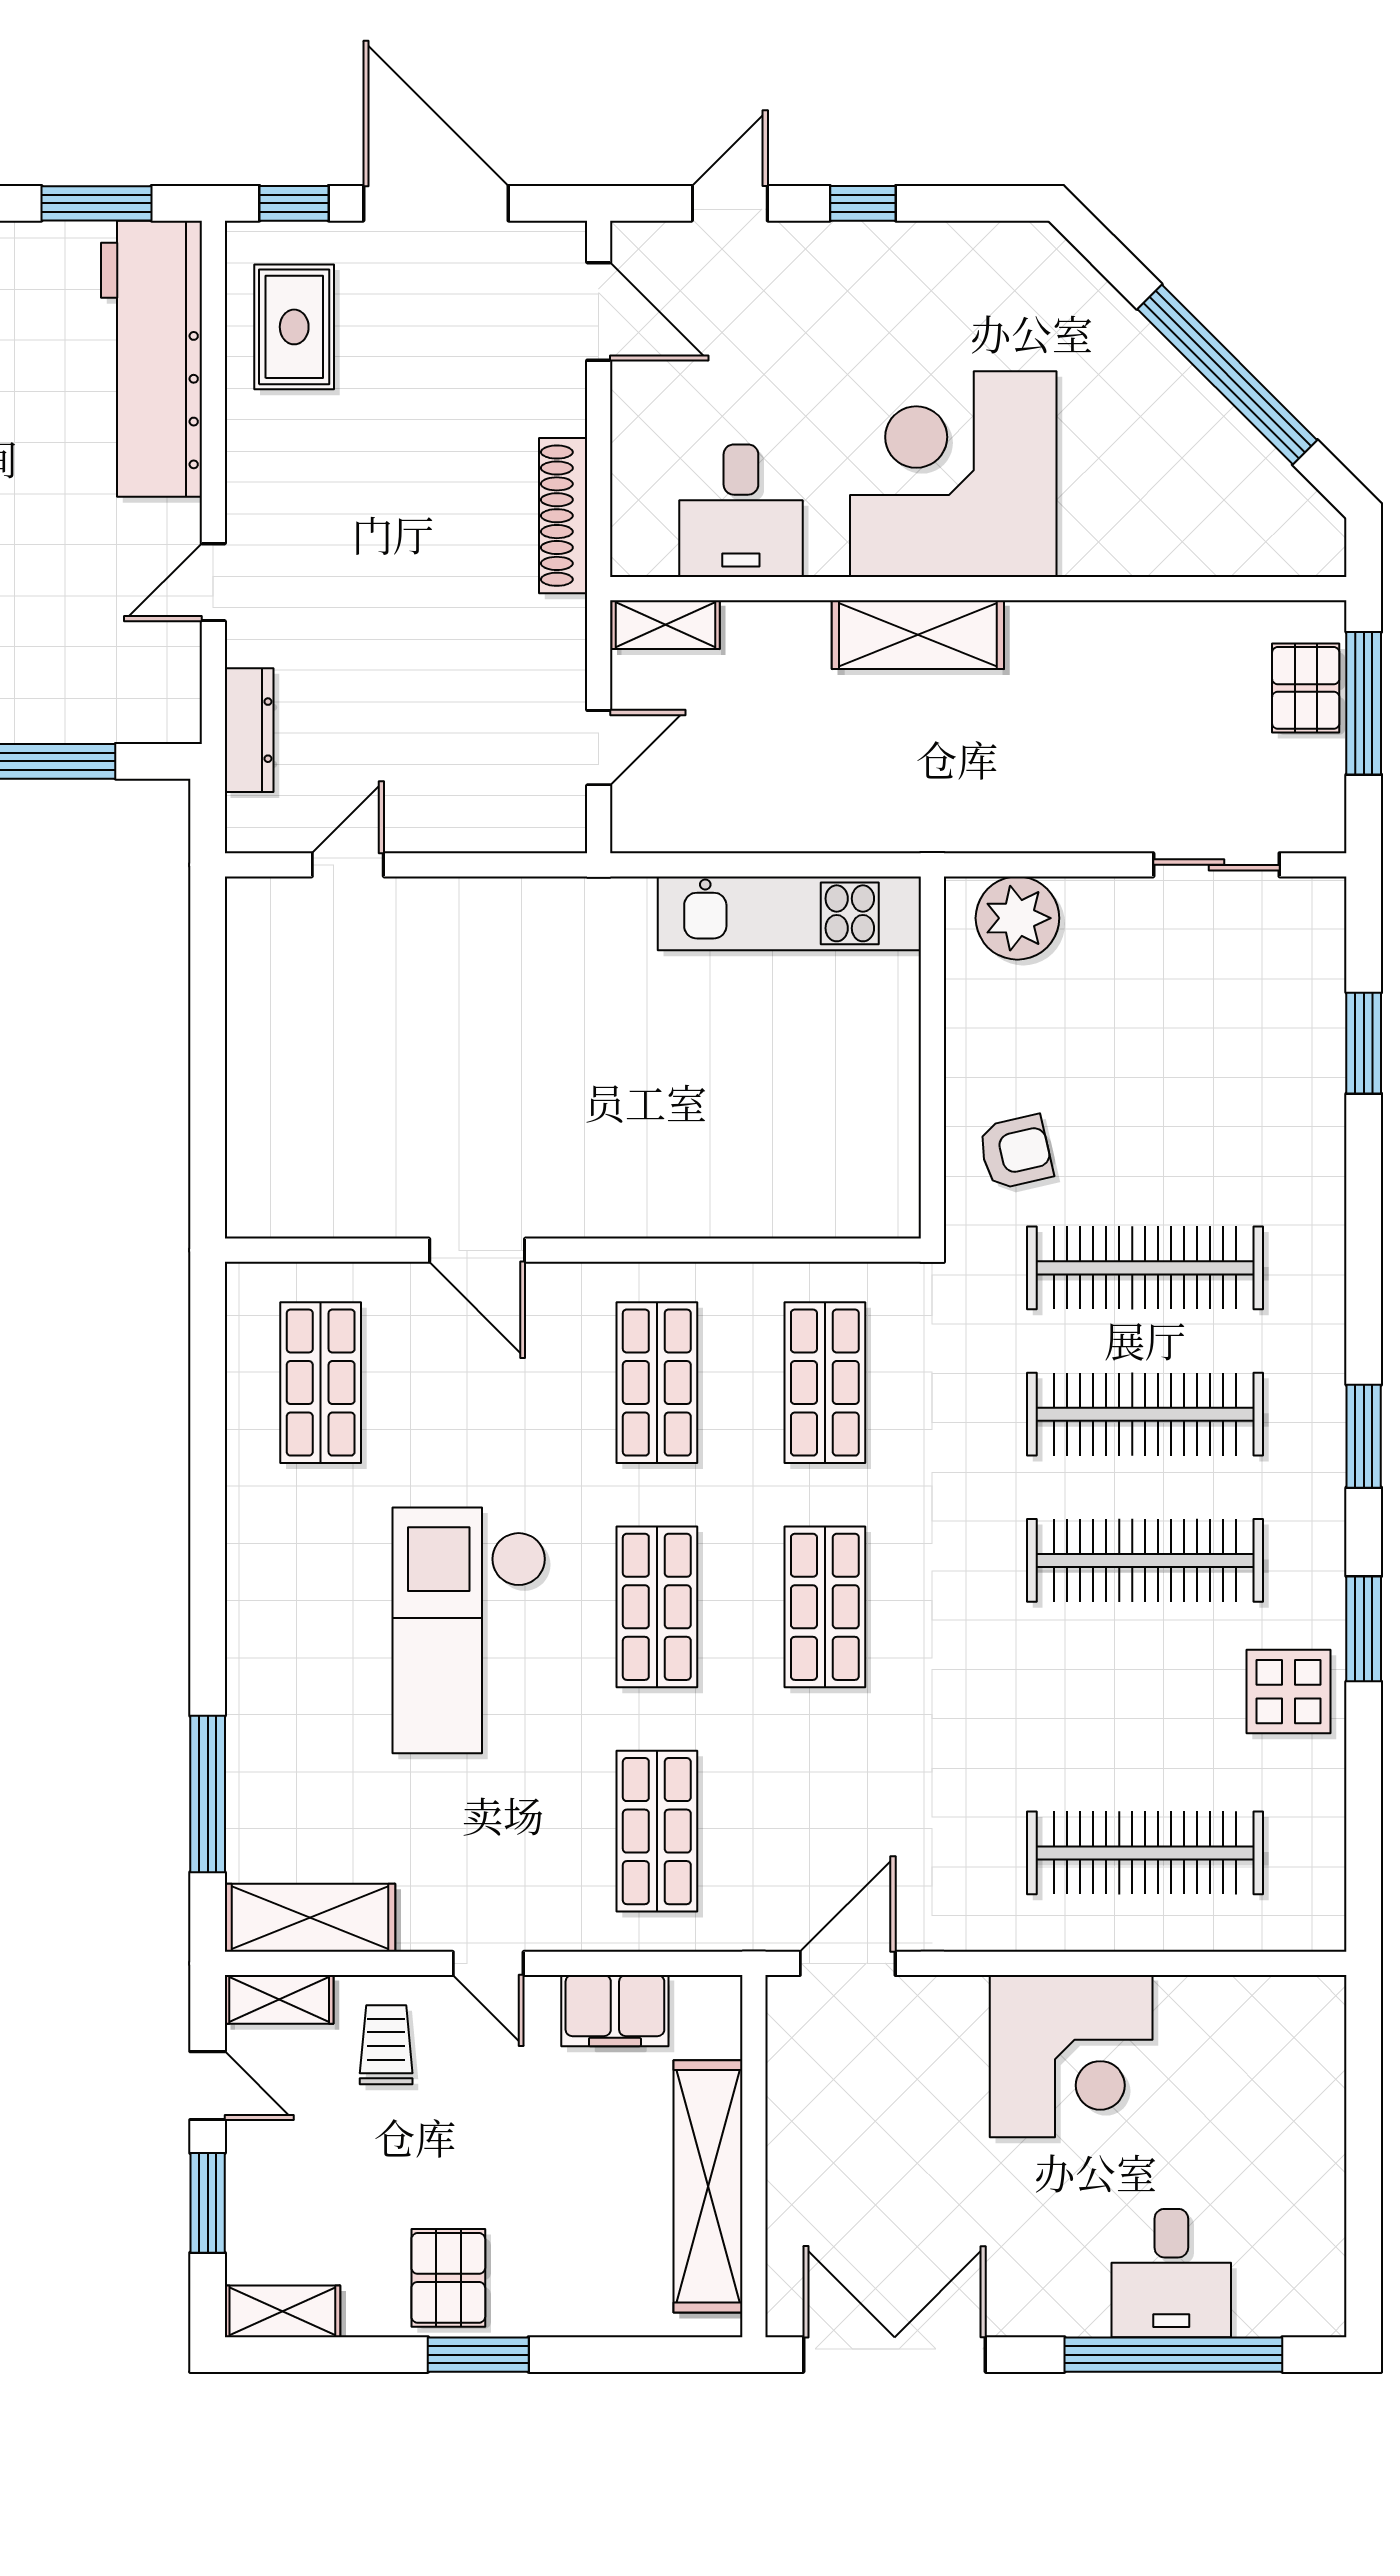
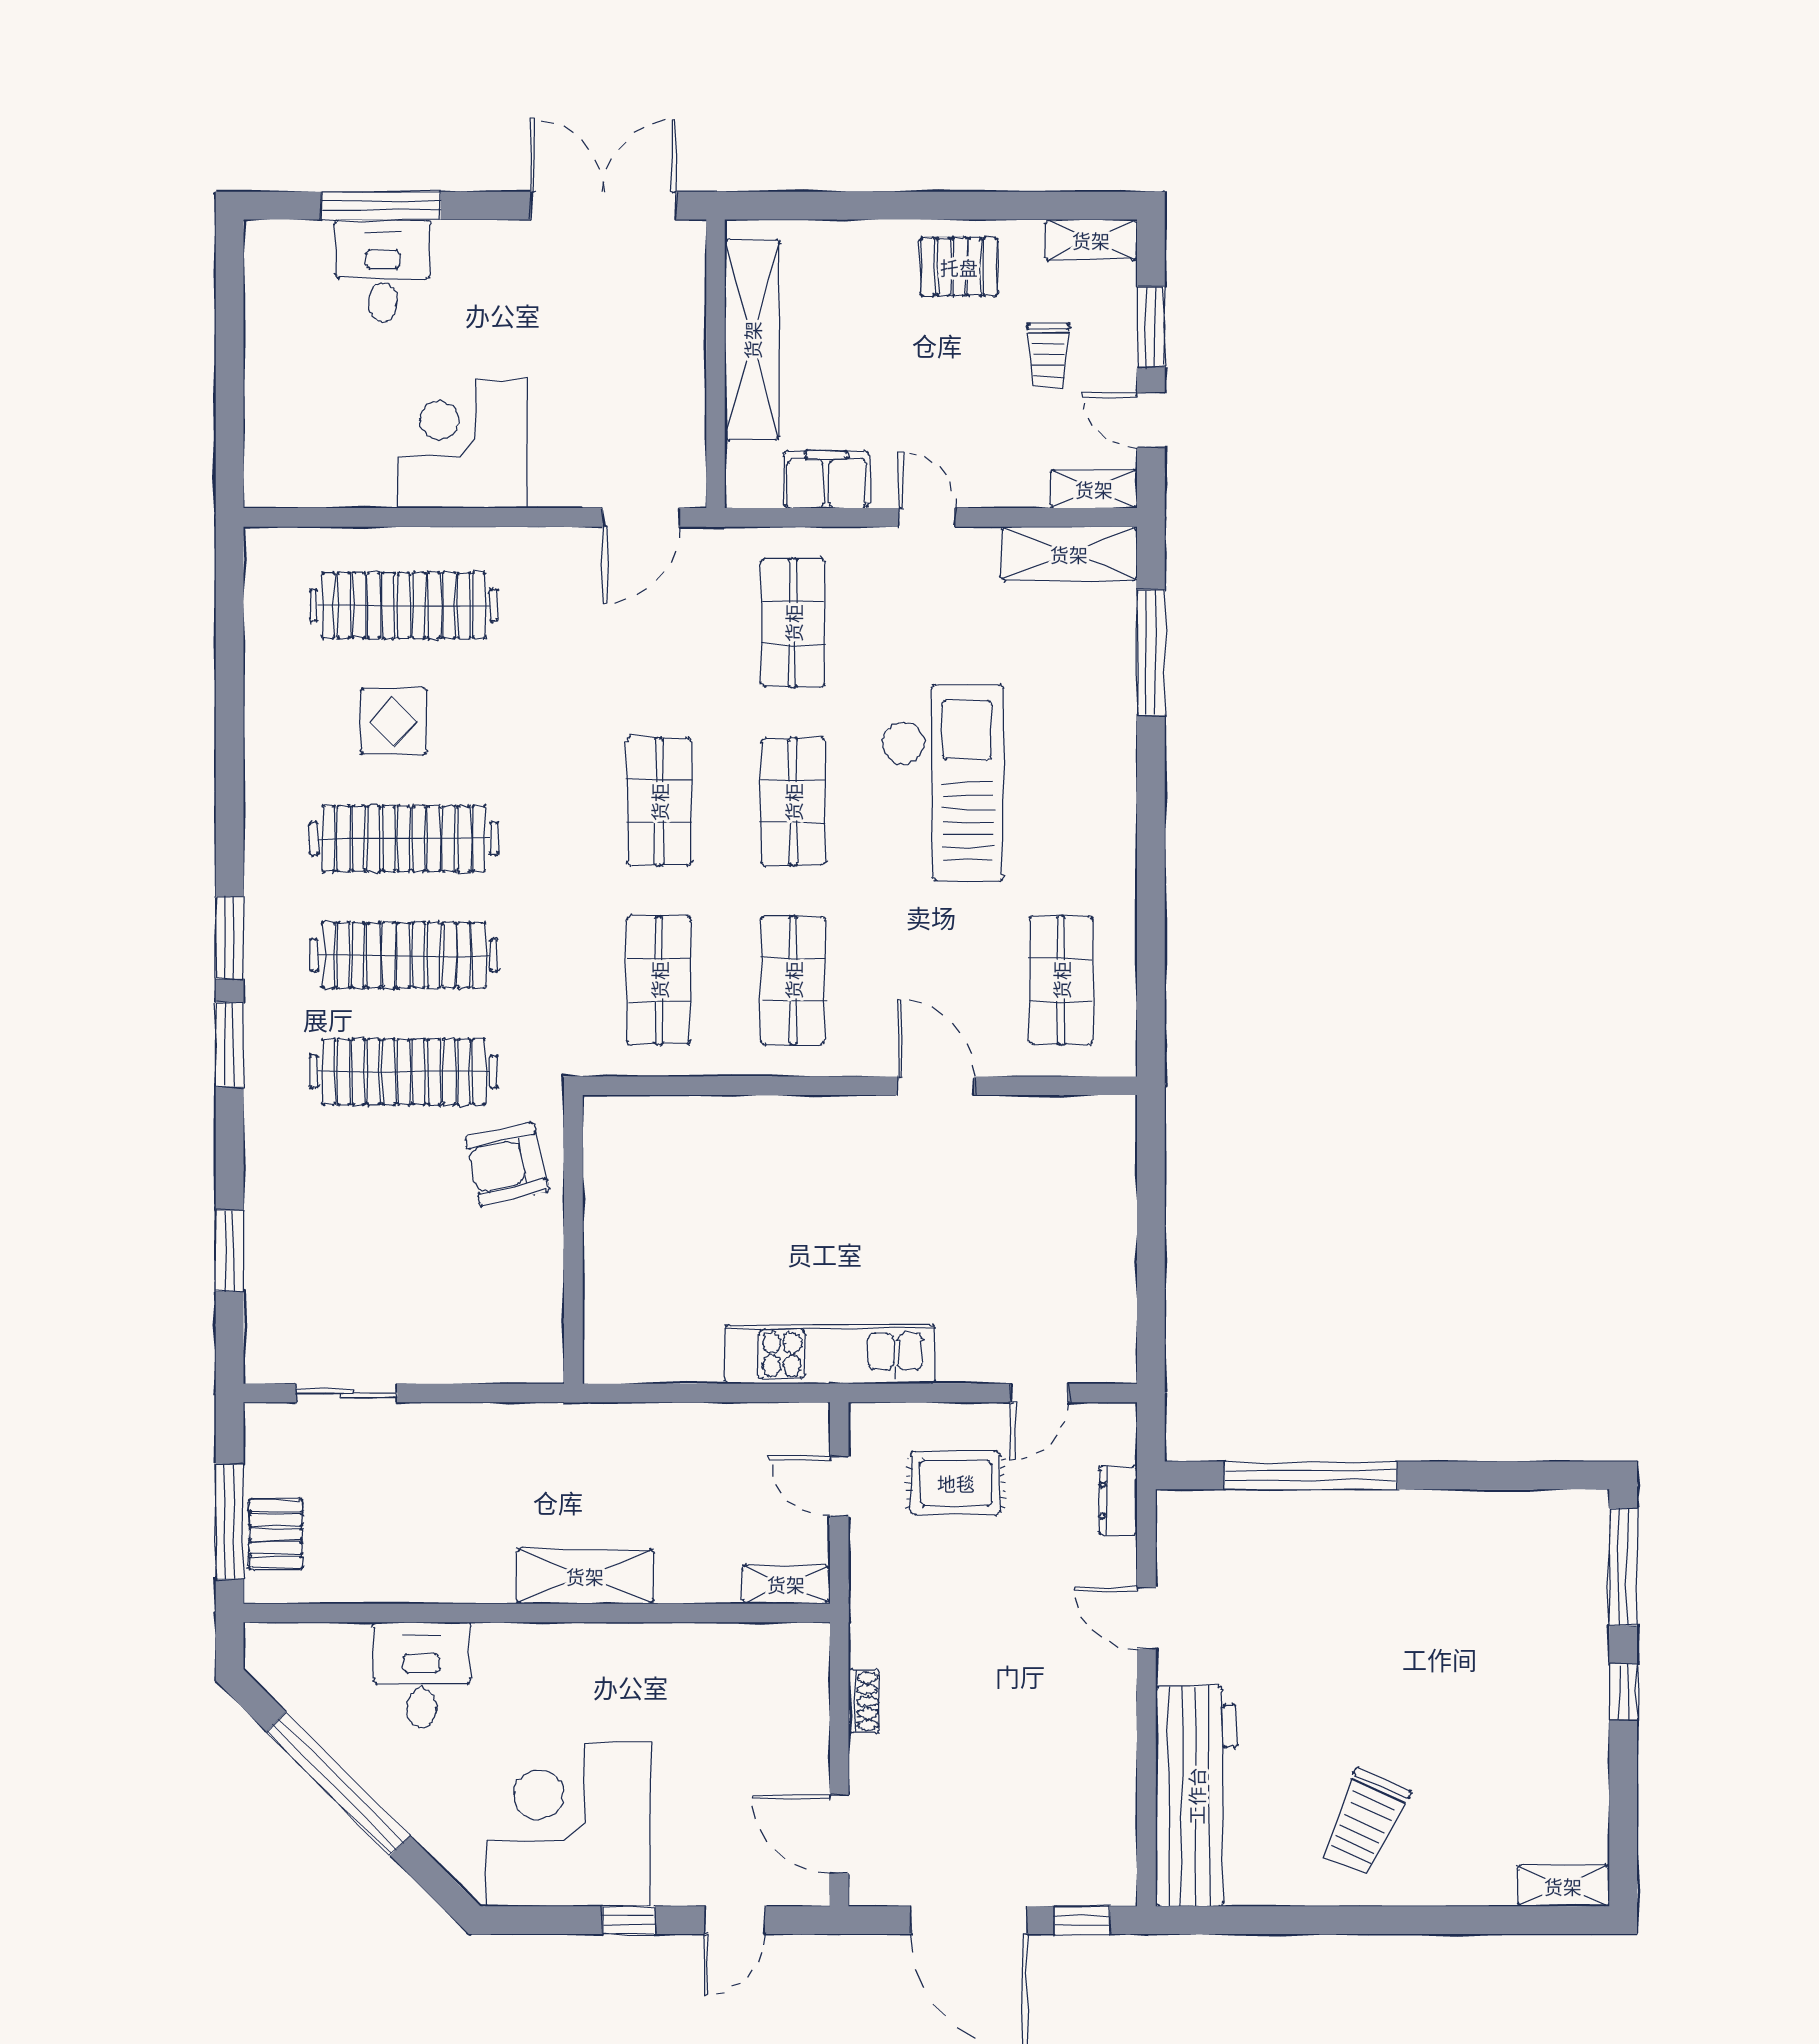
window: (96, 203) -> (1240, 1920), removed
rug: (294, 327) -> (956, 1483), moved, turned 90
corner desk: (953, 474) -> (568, 1824), moved, turned 180
desk: (741, 511) -> (422, 1675), moved
shoe rack: (563, 516) -> (864, 1701), width x0.51, depth x0.81
door: (213, 582) -> (1146, 1618), swing flipped
dresser: (249, 730) -> (1118, 1500), width x0.70
door: (599, 748) -> (839, 1486), hinge flipped
kitchen unit: (789, 913) -> (830, 1354), moved
plant: (1017, 918) -> (505, 1351), removed
armchair: (1016, 1152) -> (507, 1164), width x1.38, depth x1.38
window: (1364, 1629) -> (230, 1045), moved
display table: (1289, 1692) -> (393, 721), moved
trolley: (386, 2045) -> (1048, 355), moved
pallet: (448, 2278) -> (959, 267), turned 90
window: (478, 2355) -> (935, 206), removed
double door: (895, 2355) -> (603, 206), swing flipped
window: (1173, 2355) -> (381, 206), width x0.68

